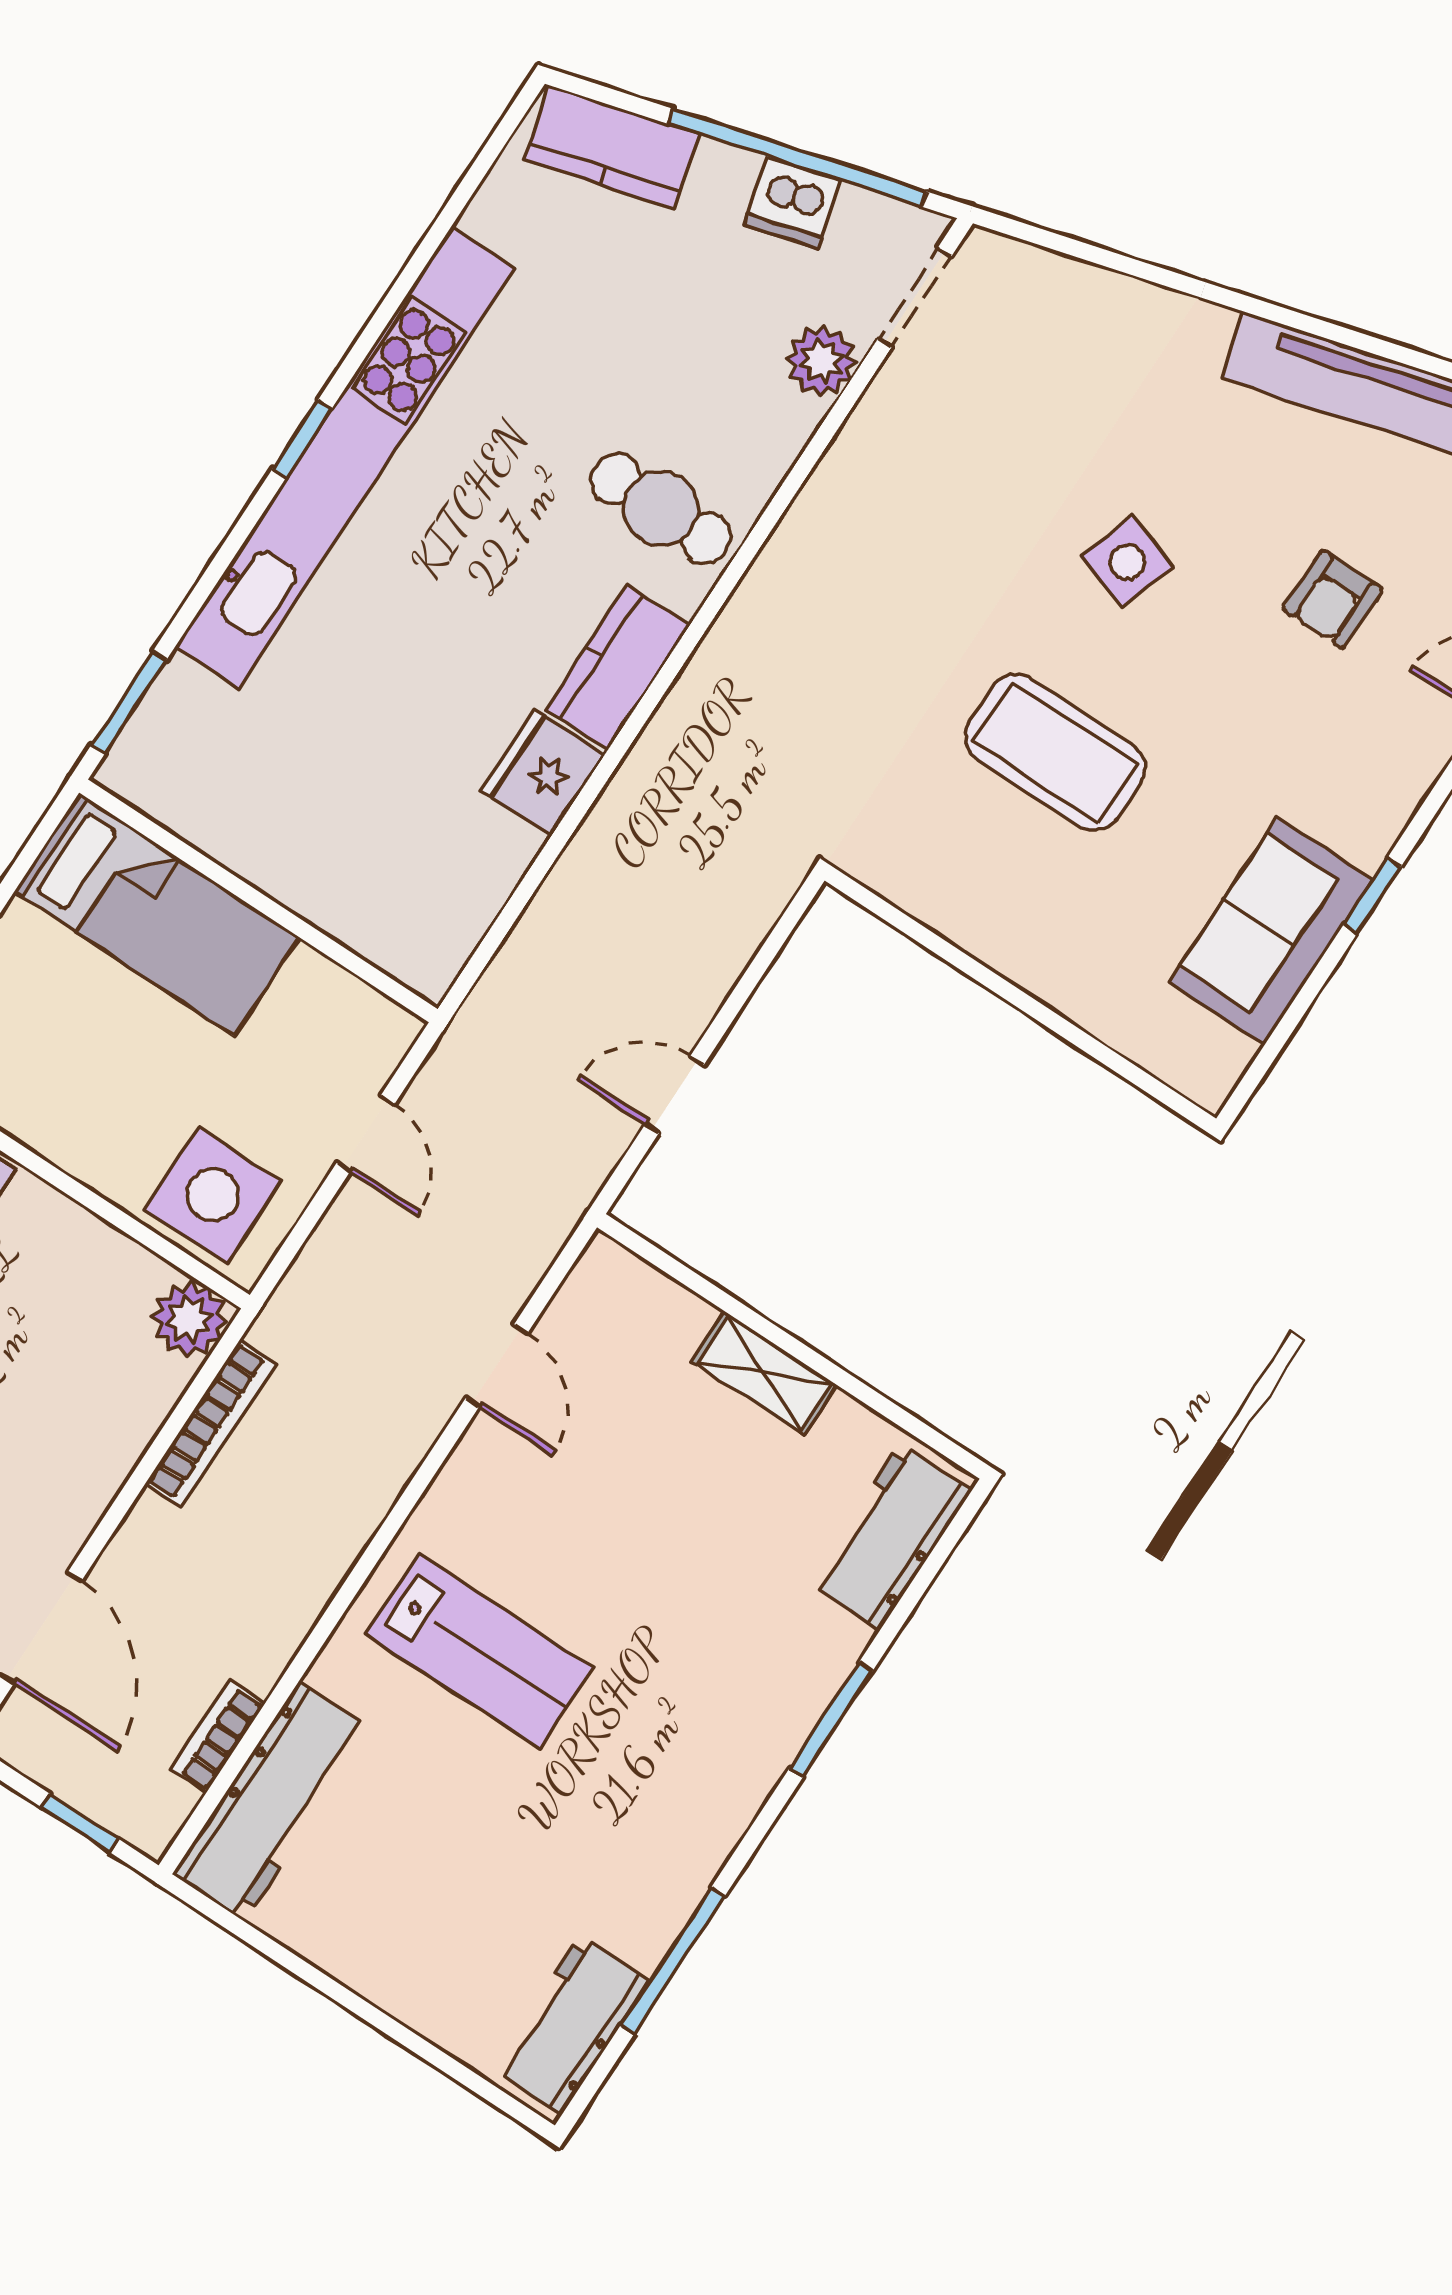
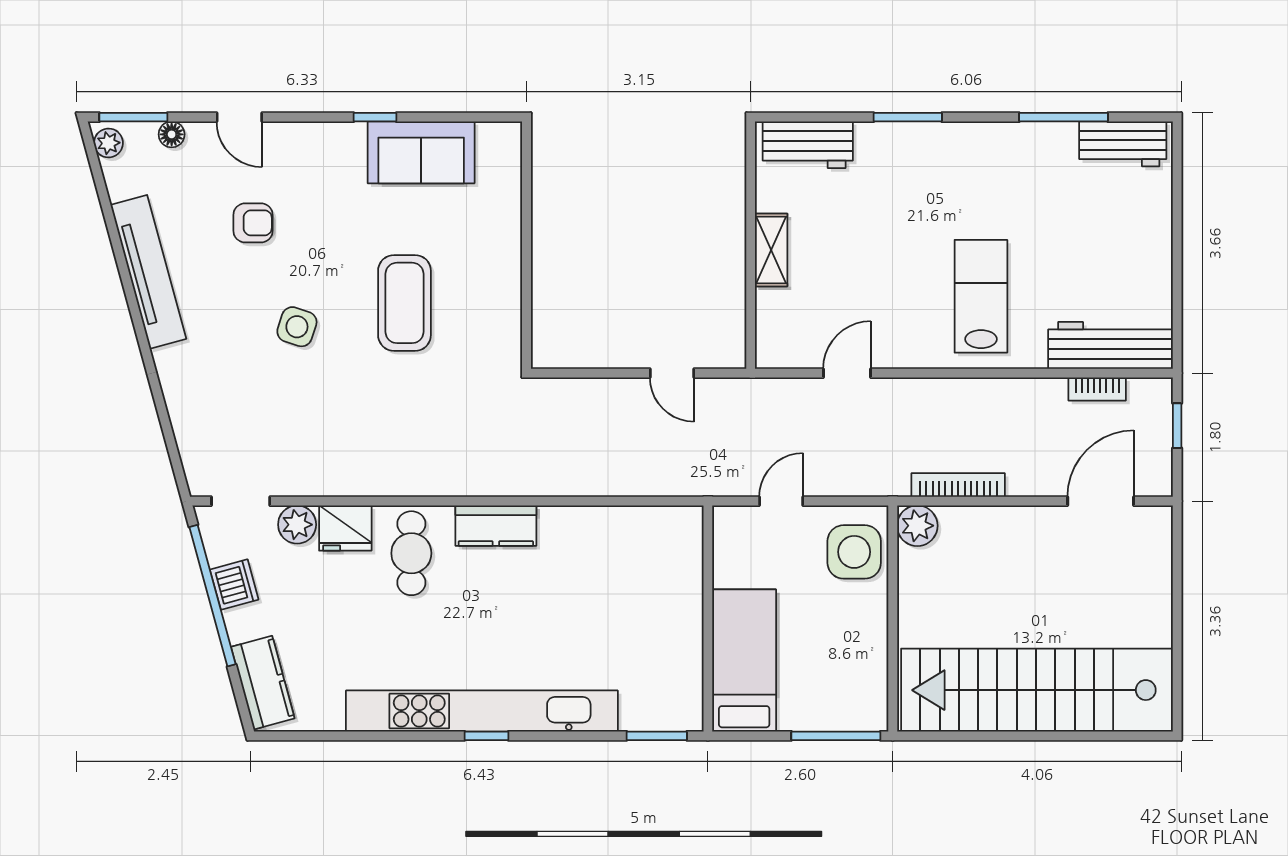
fridge: (543, 772) -> (345, 528), moved

